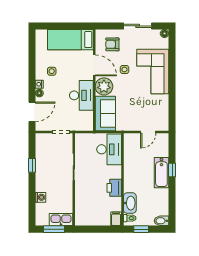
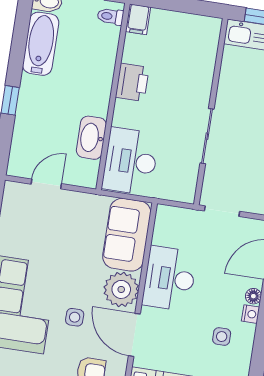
bathtub: (161, 173) -> (41, 44), moved
washbasin: (130, 203) -> (91, 138), moved

